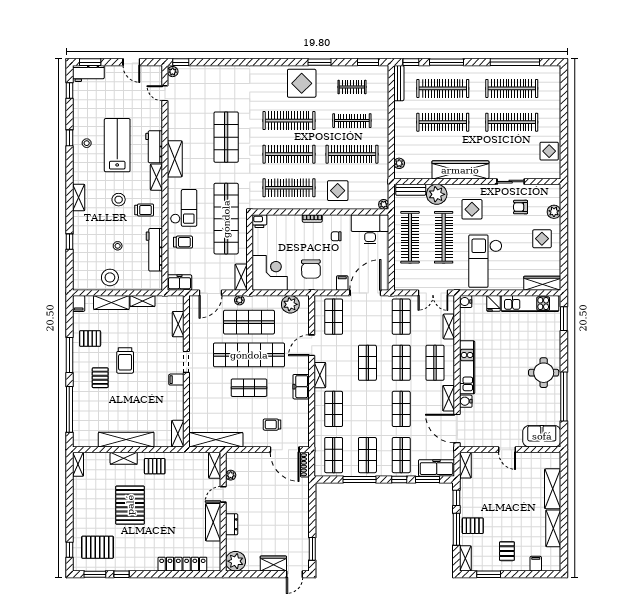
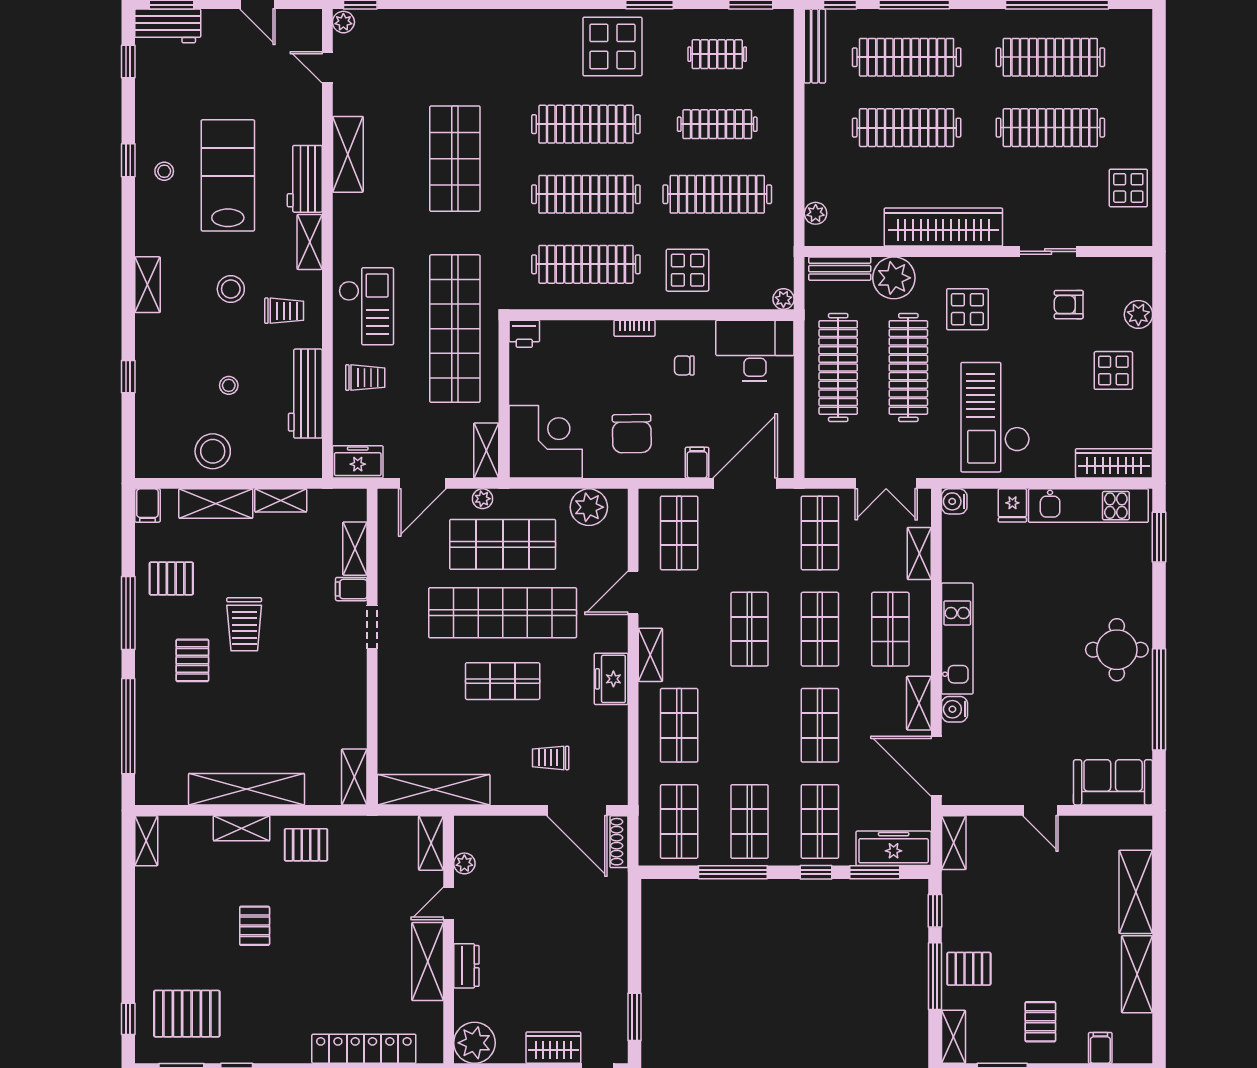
shelving: (175, 159) -> (348, 154), moved
filing cabinet: (176, 380) -> (351, 589), moved
pallet: (130, 505) -> (255, 926), width x0.49, depth x0.50

